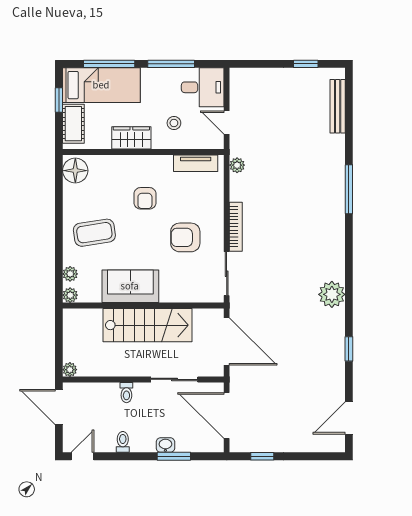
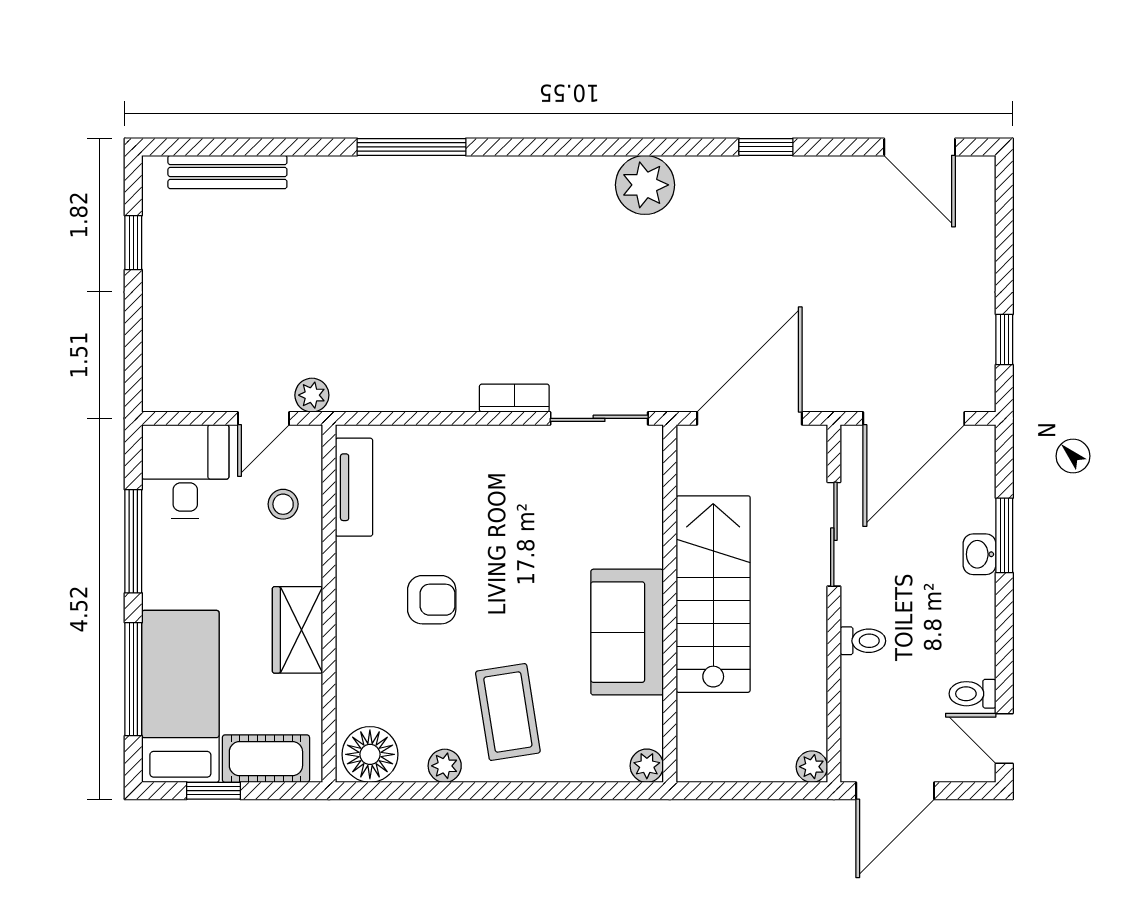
stool: (174, 123) -> (283, 504), moved
plant: (237, 165) -> (312, 395), moved
bookcase: (236, 227) -> (514, 398), width x0.64
armchair: (185, 237) -> (519, 510), removed
plant: (70, 274) -> (445, 766), moved
toilet: (123, 442) -> (972, 694), moved

